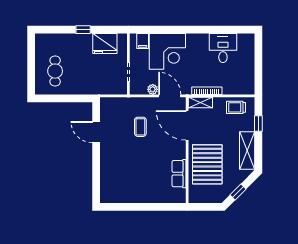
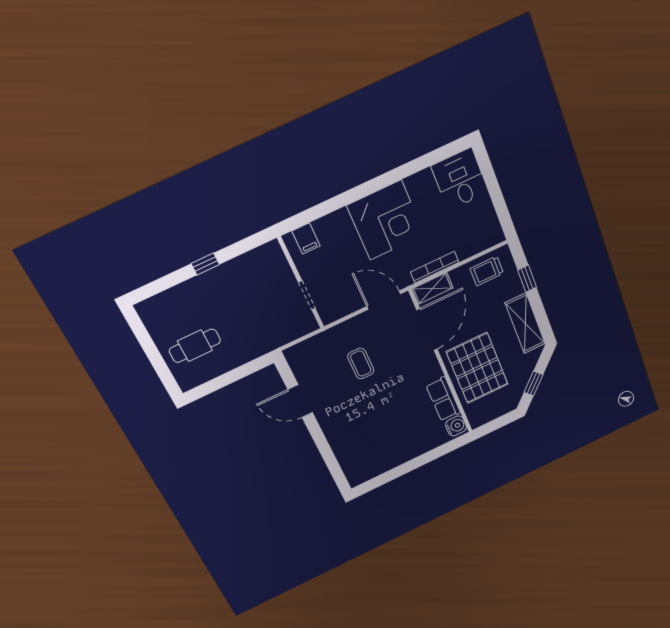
fridge: (105, 44) -> (250, 269), removed
desk: (223, 48) -> (460, 179), moved
corner desk: (167, 51) -> (386, 220), moved
cafe table: (55, 71) -> (195, 346), turned 90
plant: (153, 89) -> (354, 303), removed
door: (187, 125) -> (427, 330), swing flipped
water cooler: (180, 195) -> (456, 426), added

